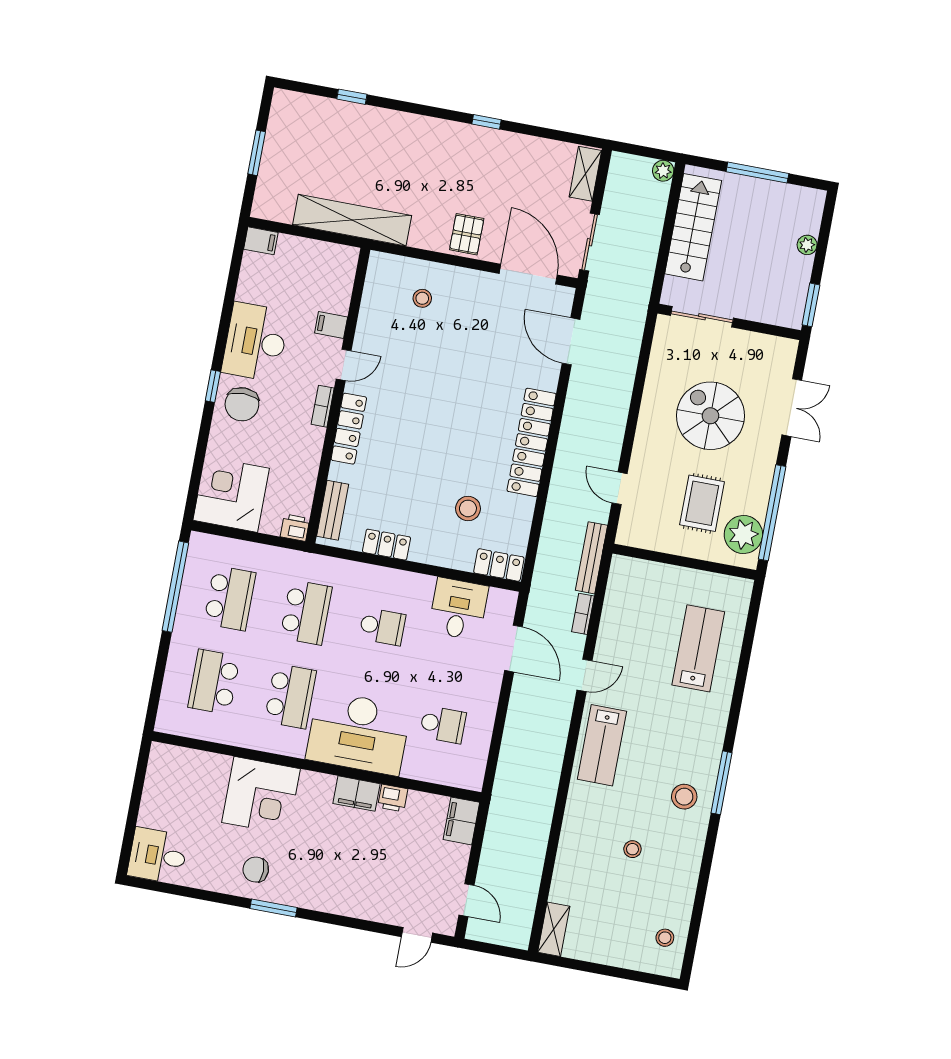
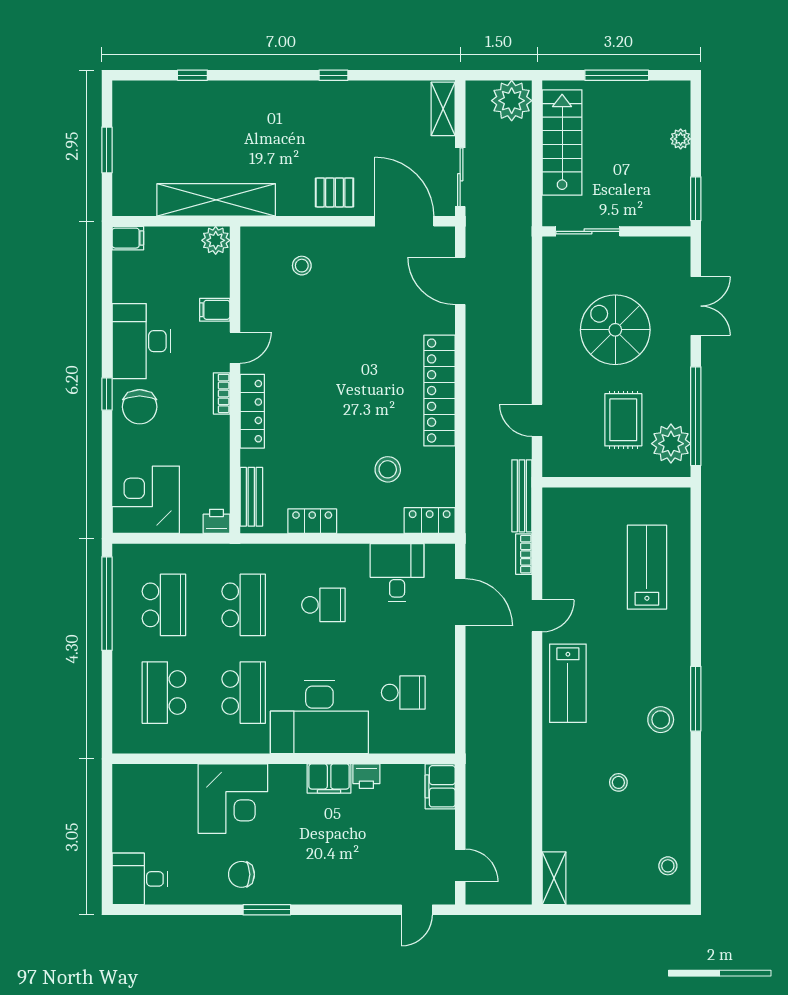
plant: (663, 171) -> (512, 101), width x1.87, depth x1.87
pallet: (467, 234) -> (335, 192), turned 90
plant: (344, 259) -> (216, 240), added

